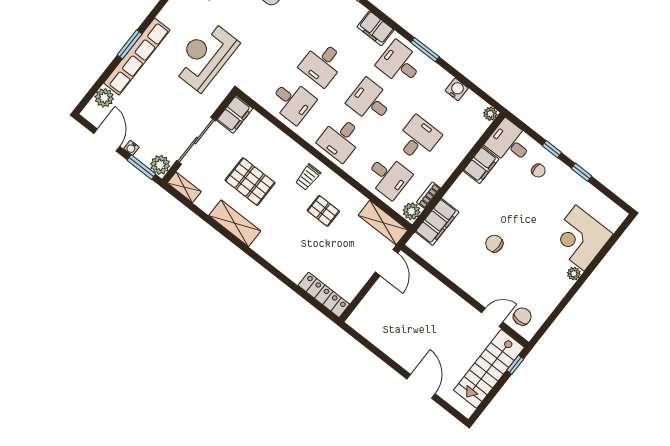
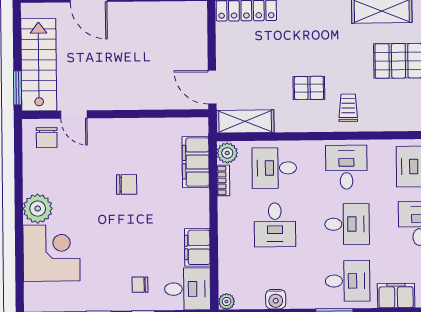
plant: (574, 274) -> (38, 209), width x1.88, depth x1.88
door: (492, 317) -> (74, 115), hinge flipped
window: (515, 365) -> (18, 88), width x1.50

